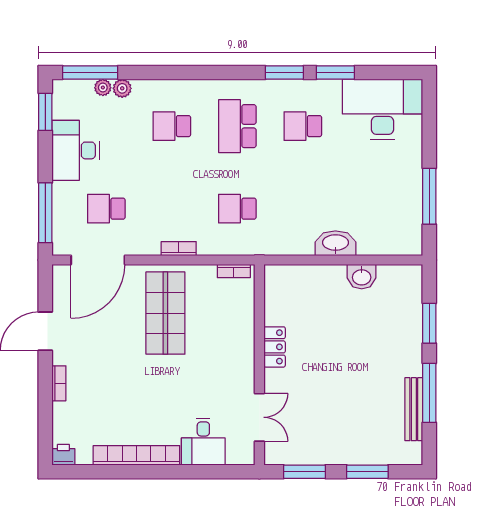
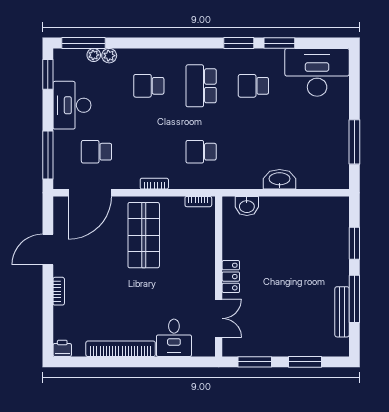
washbasin: (362, 277) -> (247, 206), moved
locker: (275, 347) -> (231, 277), moved

